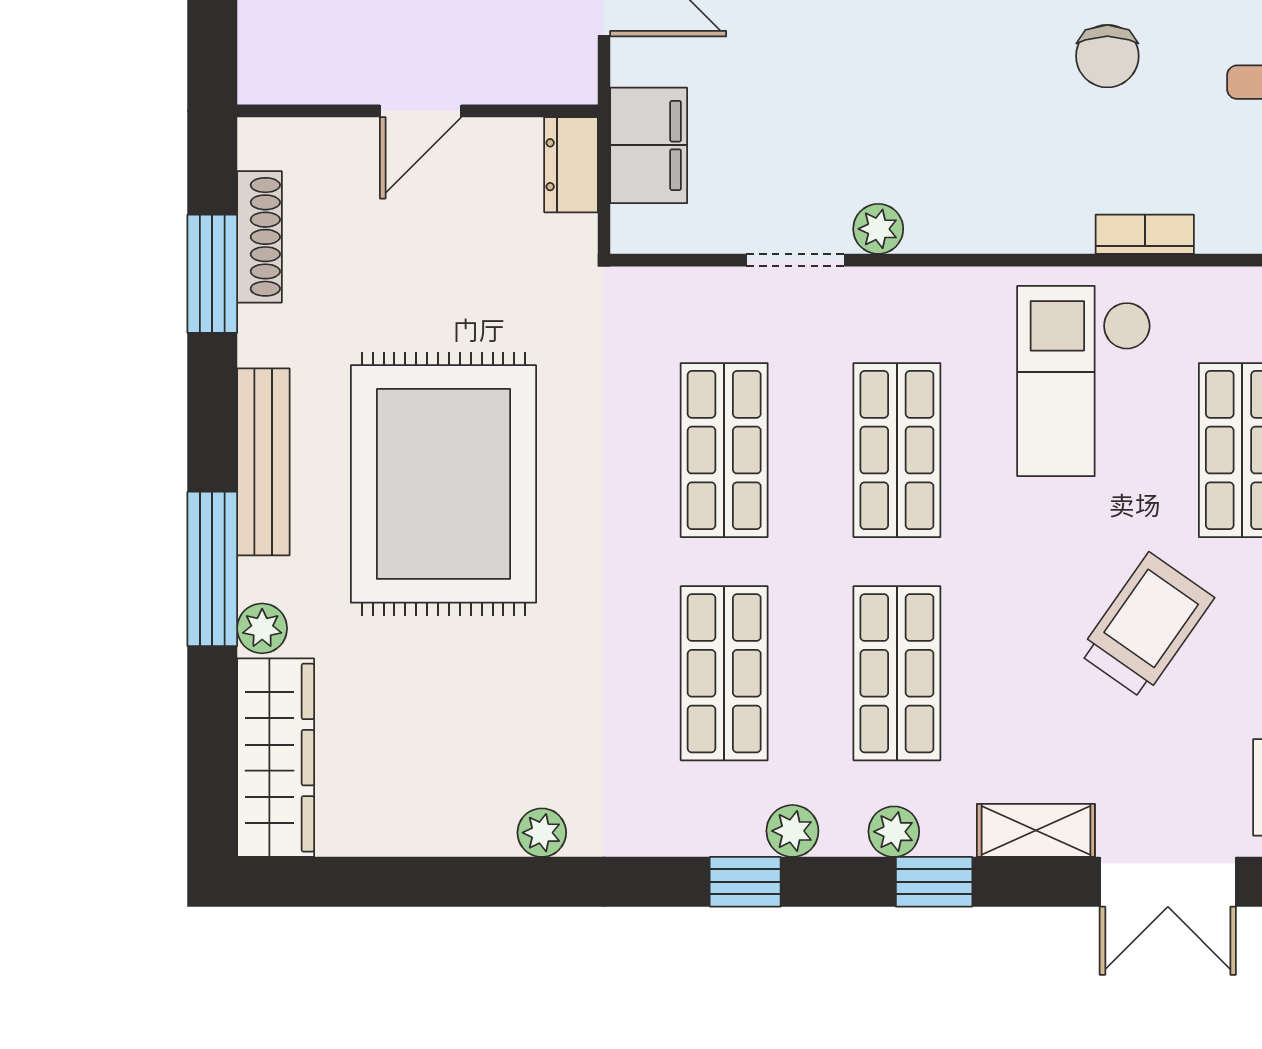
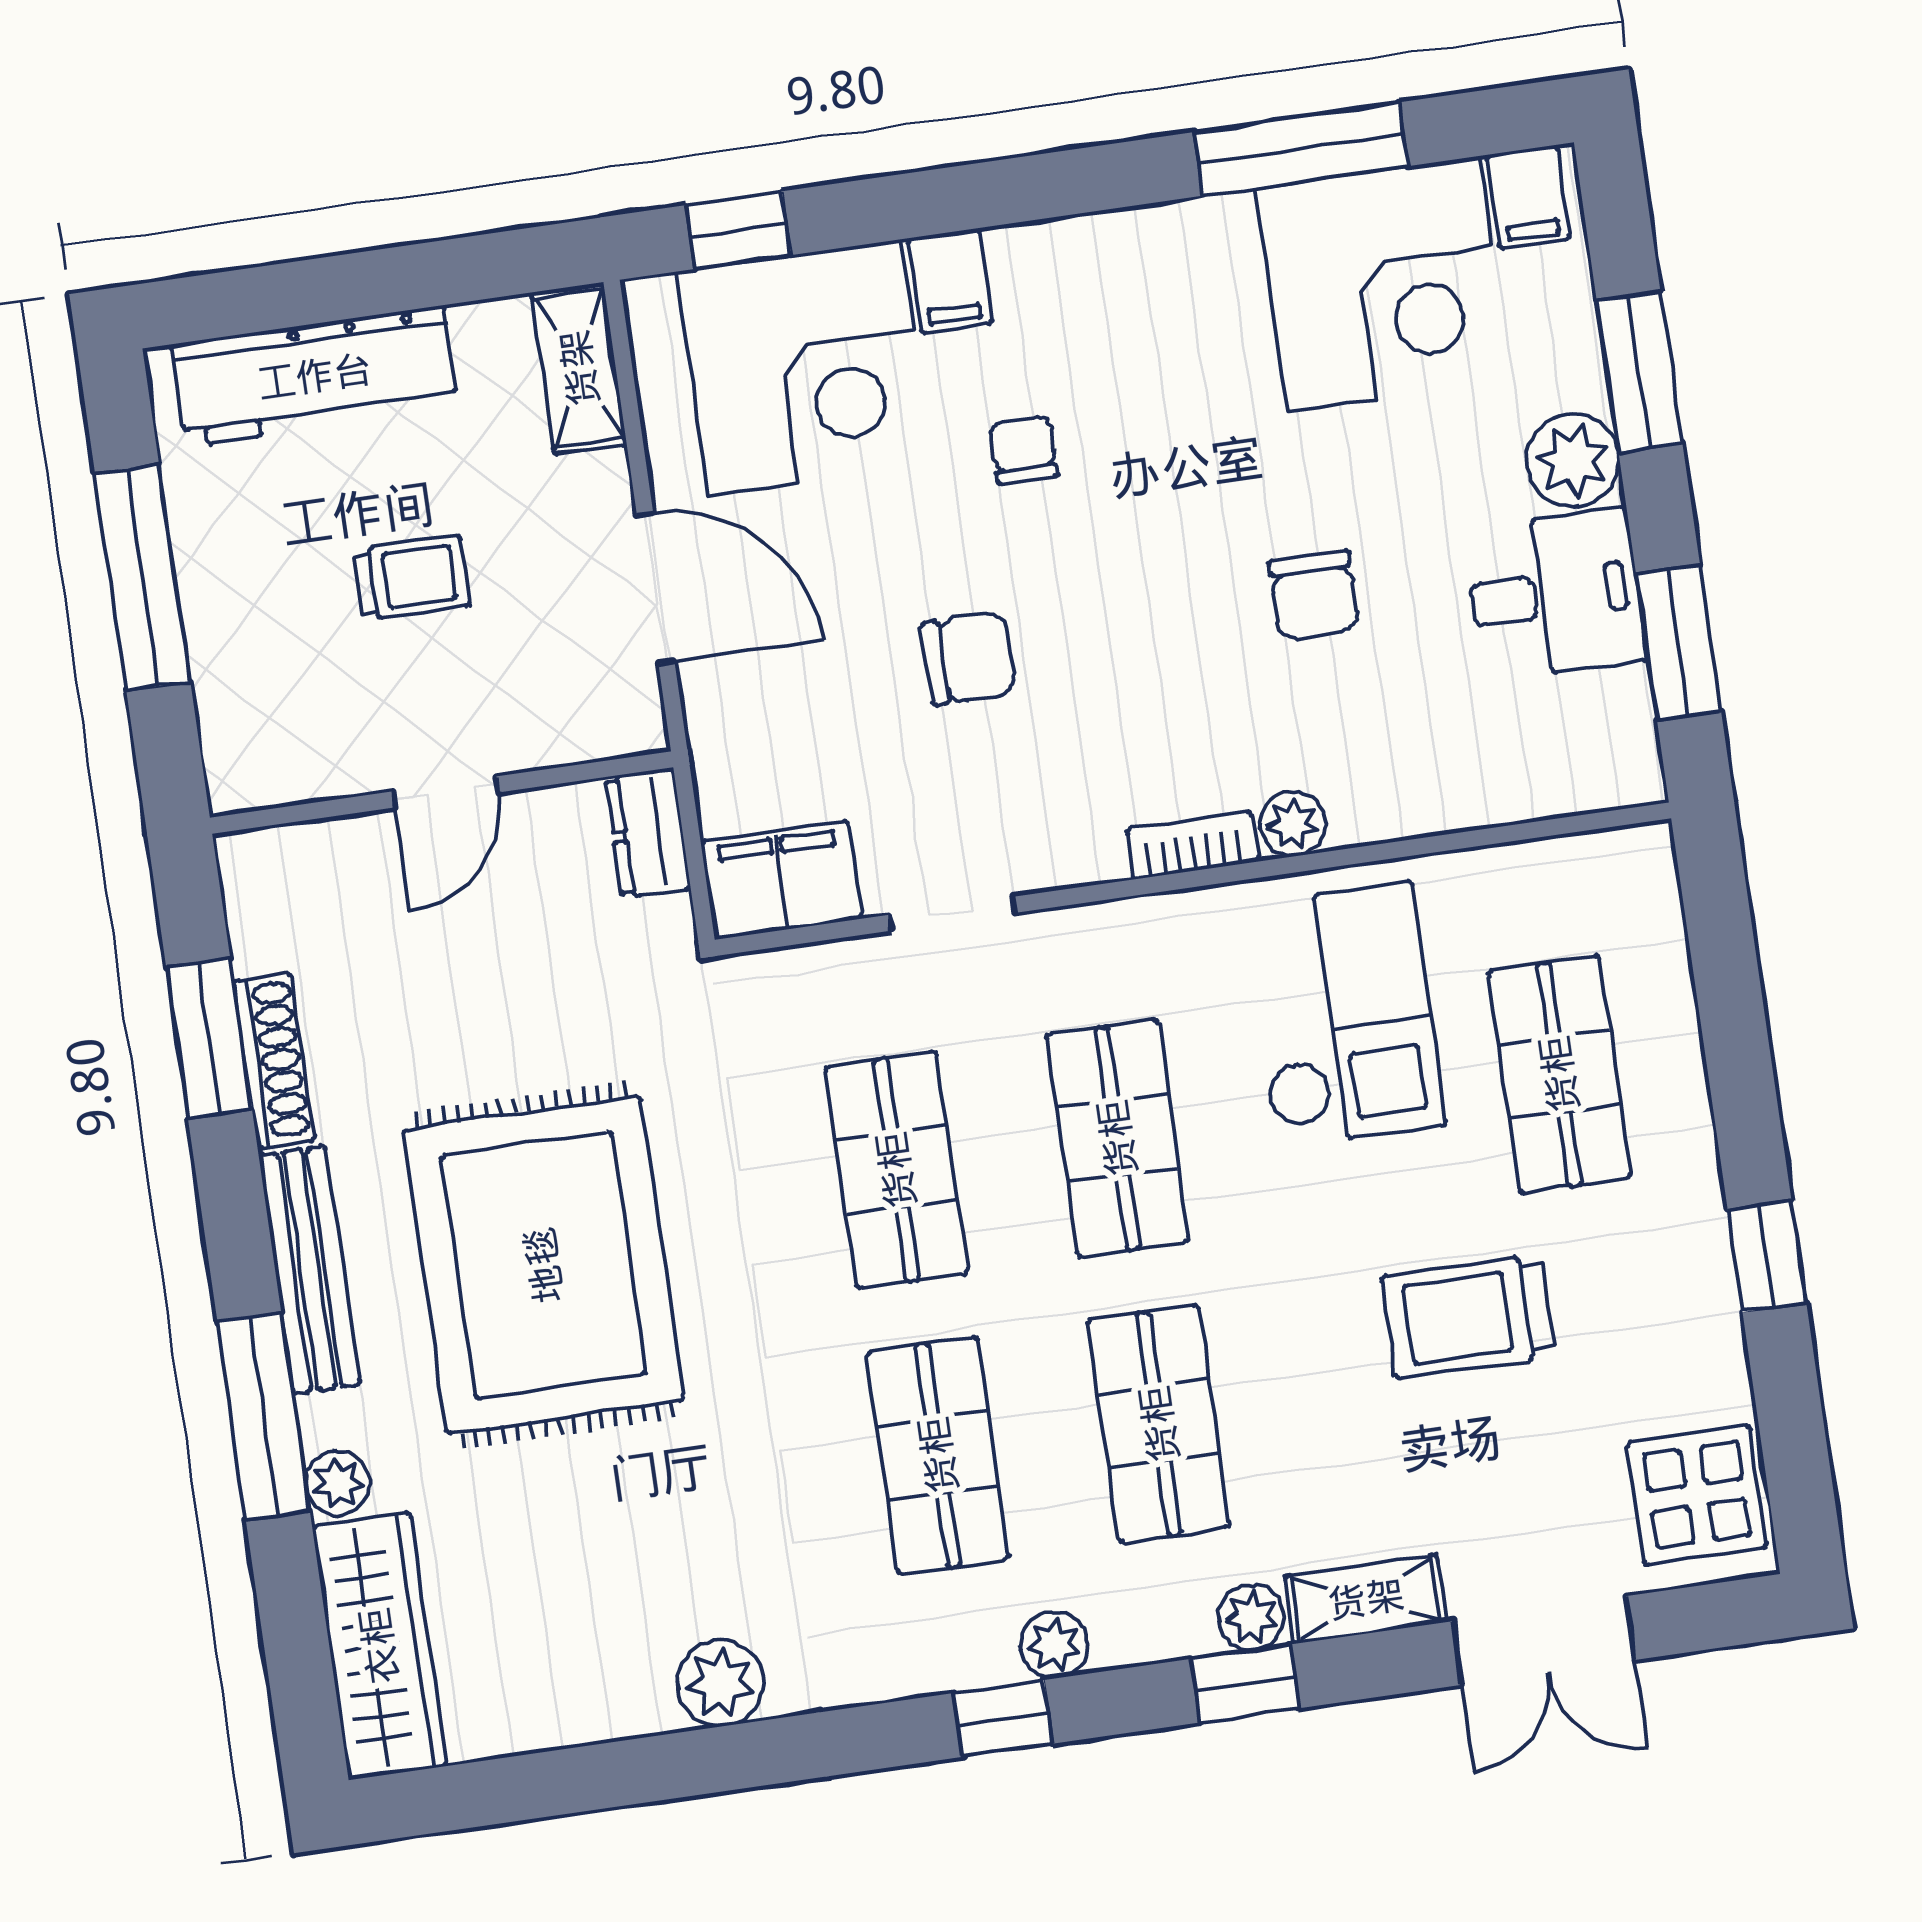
chair: (836, 66) -> (969, 658), added
filing cabinet: (649, 145) -> (781, 880), moved, turned -90
plant: (878, 229) -> (1293, 824), moved
bookcase: (1145, 234) -> (1192, 845), moved
shoe rack: (260, 237) -> (274, 1060), moved
checkout: (1084, 381) -> (1344, 1015), turned 180
trolley: (1146, 626) -> (1469, 1317), turned -125
plant: (894, 832) -> (1251, 1617), moved
plant: (542, 833) -> (720, 1683), width x1.38, depth x1.38

